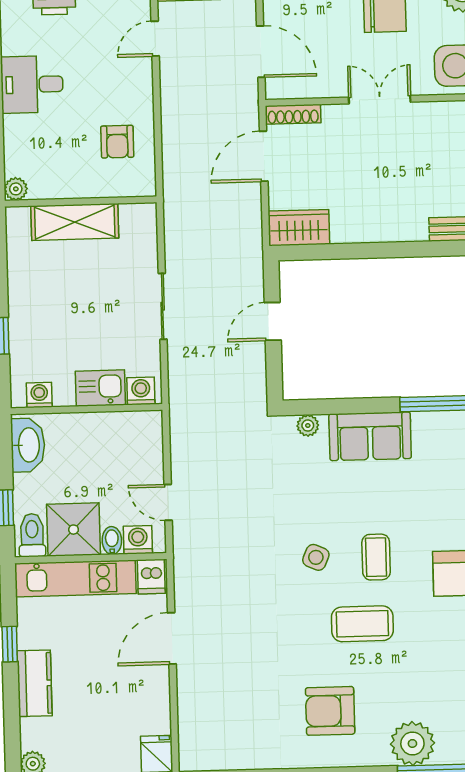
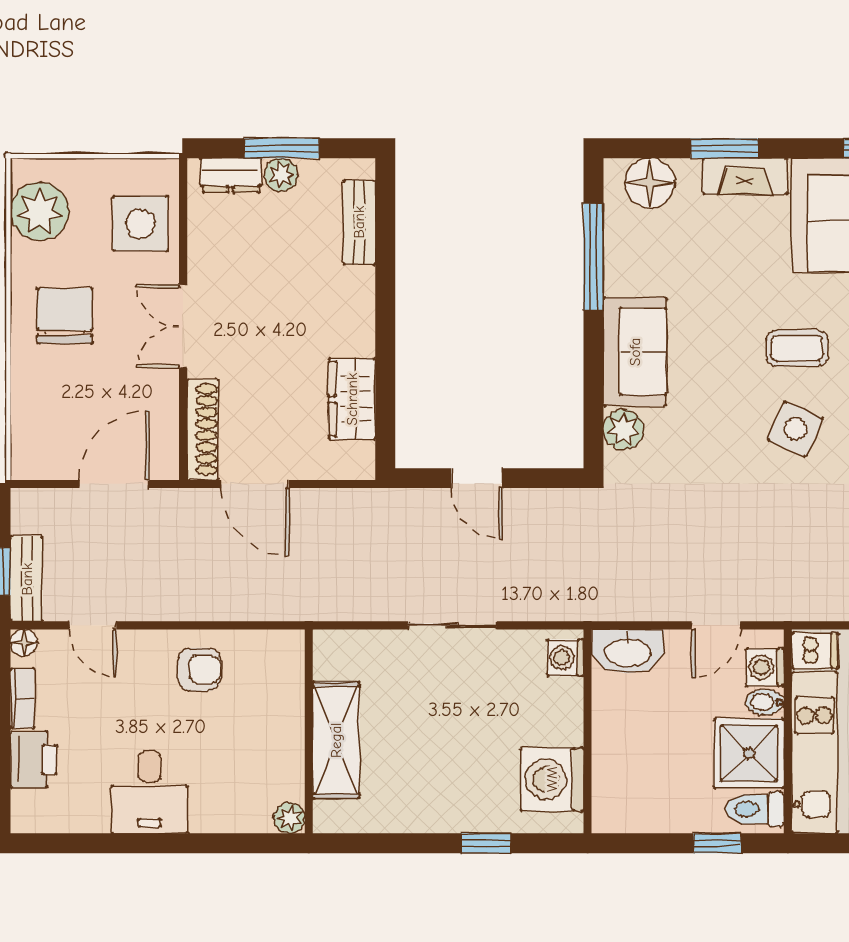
shoe rack: (293, 114) -> (203, 430), width x1.36, depth x1.24
armchair: (117, 142) -> (199, 669), moved
wardrobe: (299, 228) -> (352, 399), moved
kitchen sink: (100, 388) -> (560, 712), removed
washing machine: (39, 395) -> (552, 779), width x1.89, depth x1.89
plant: (308, 425) -> (623, 429), width x1.38, depth x1.38
washbasin: (28, 445) -> (628, 651), moved, turned 180
side table: (316, 557) -> (795, 429), width x1.37, depth x1.37

